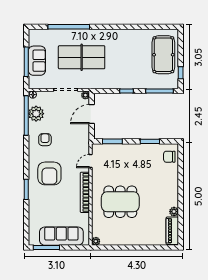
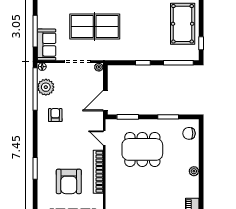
sofa: (37, 61) -> (47, 45), moved
door: (92, 114) -> (105, 101), moved
door: (91, 161) -> (104, 138), hinge flipped
armchair: (49, 173) -> (69, 181), moved
dining table: (120, 202) -> (142, 149), moved
plant: (174, 212) -> (194, 171), moved

